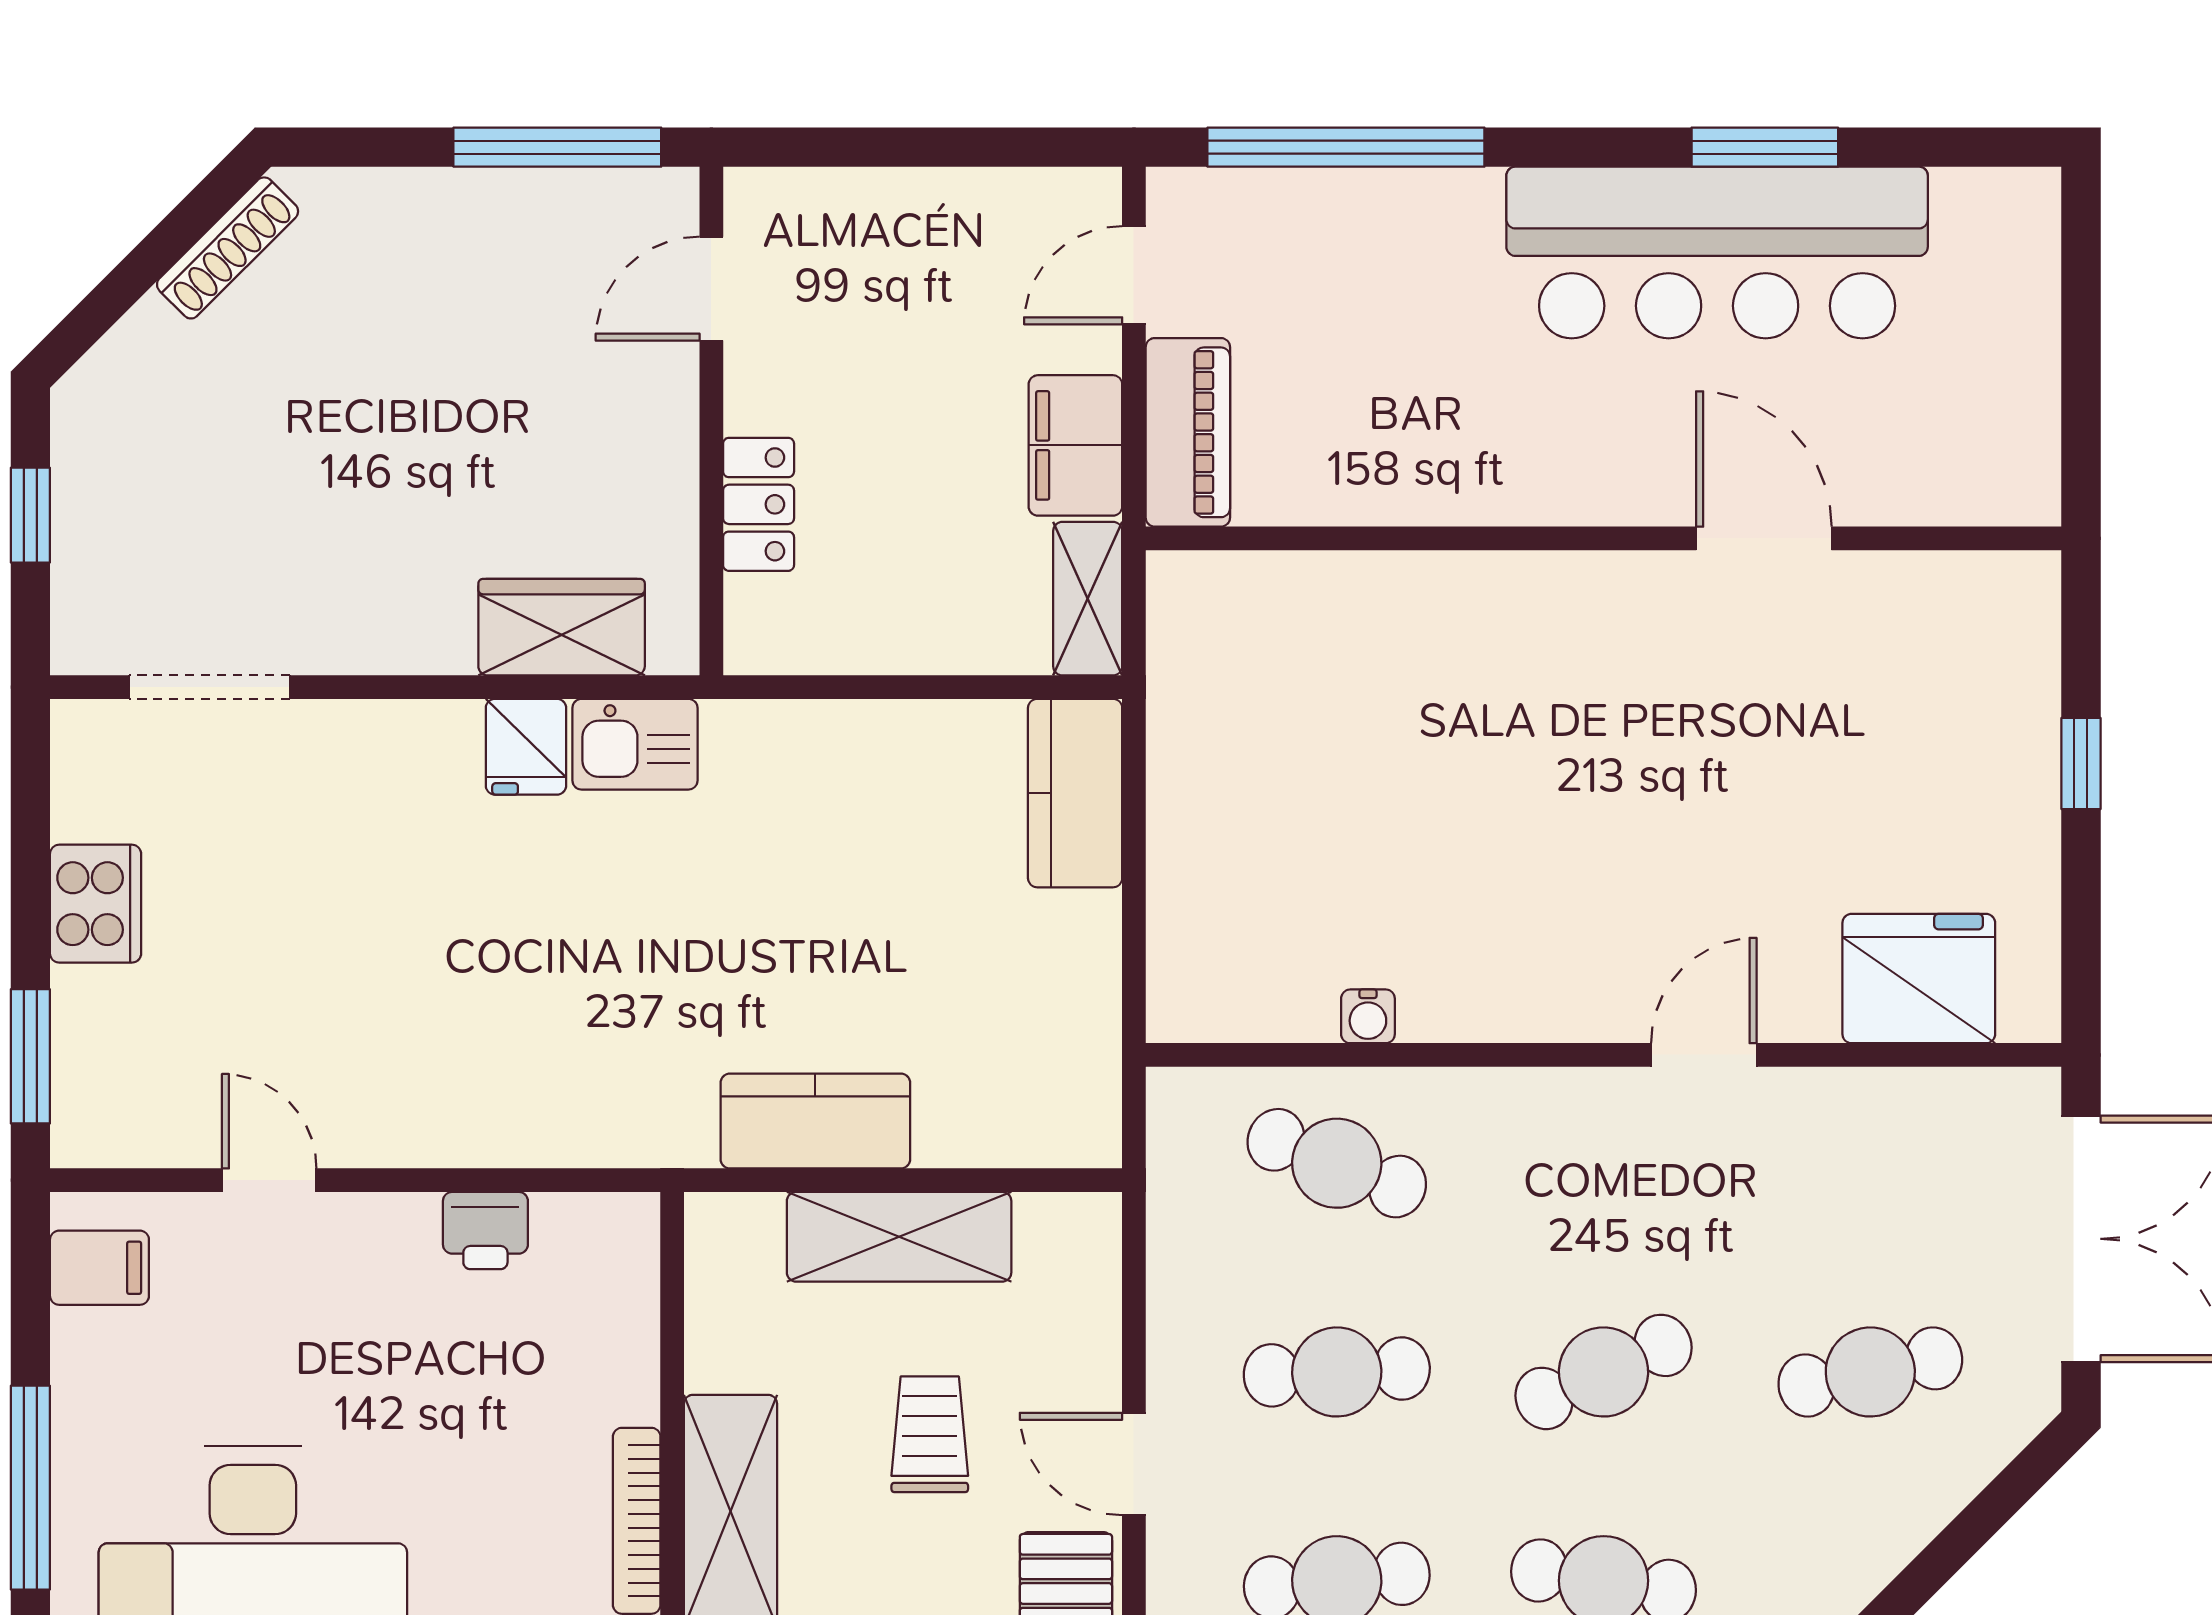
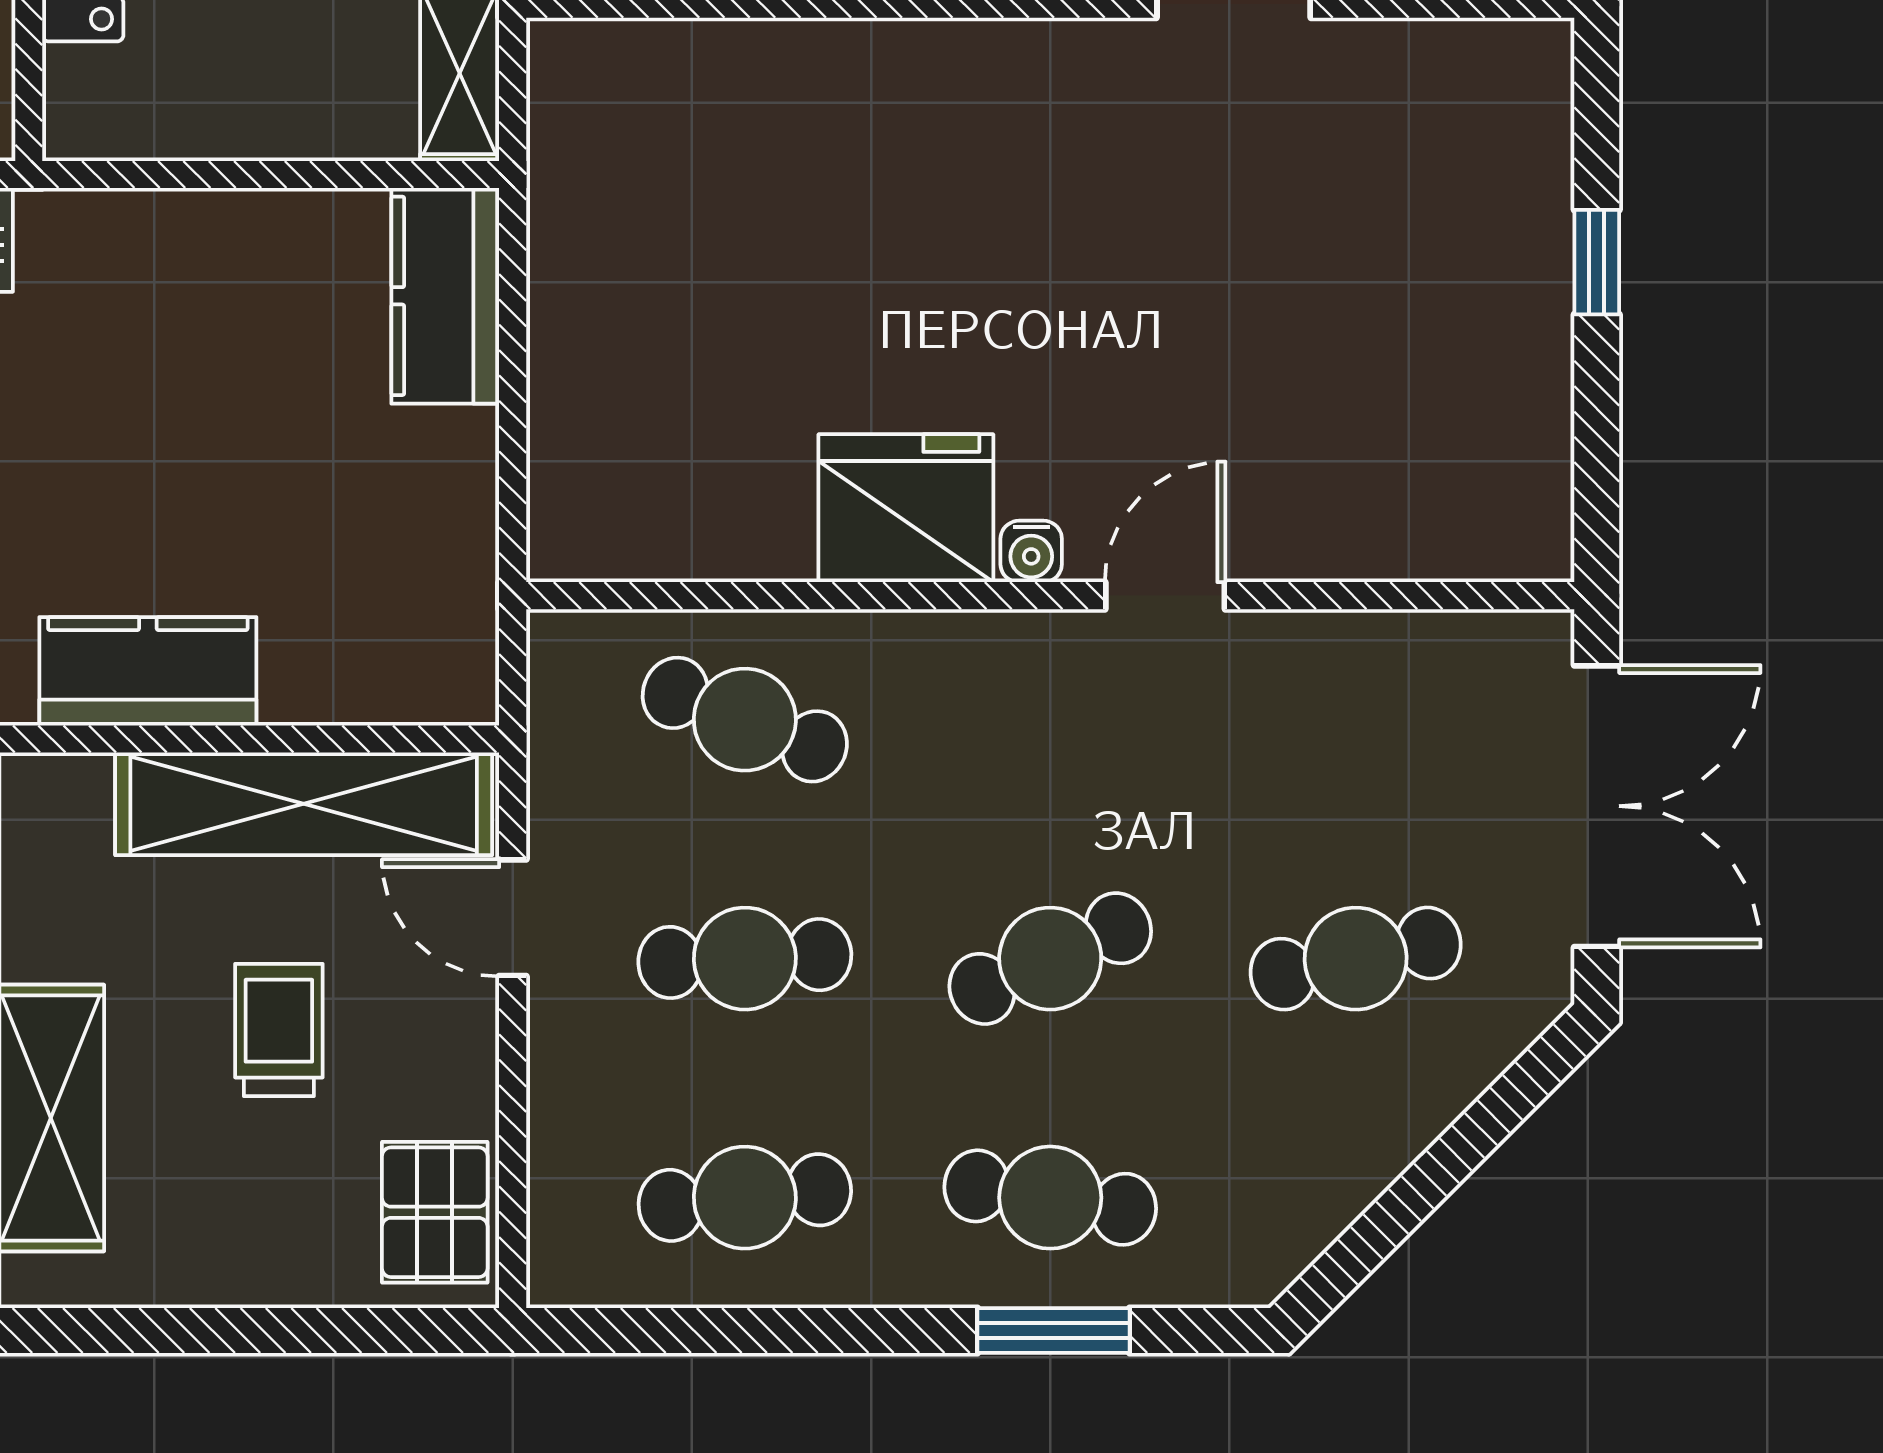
fridge: (1919, 979) -> (906, 508), moved
water cooler: (1368, 1016) -> (1031, 551), moved
shelving: (899, 1237) -> (304, 804), width x1.47
door: (1134, 1464) -> (513, 918), moved

